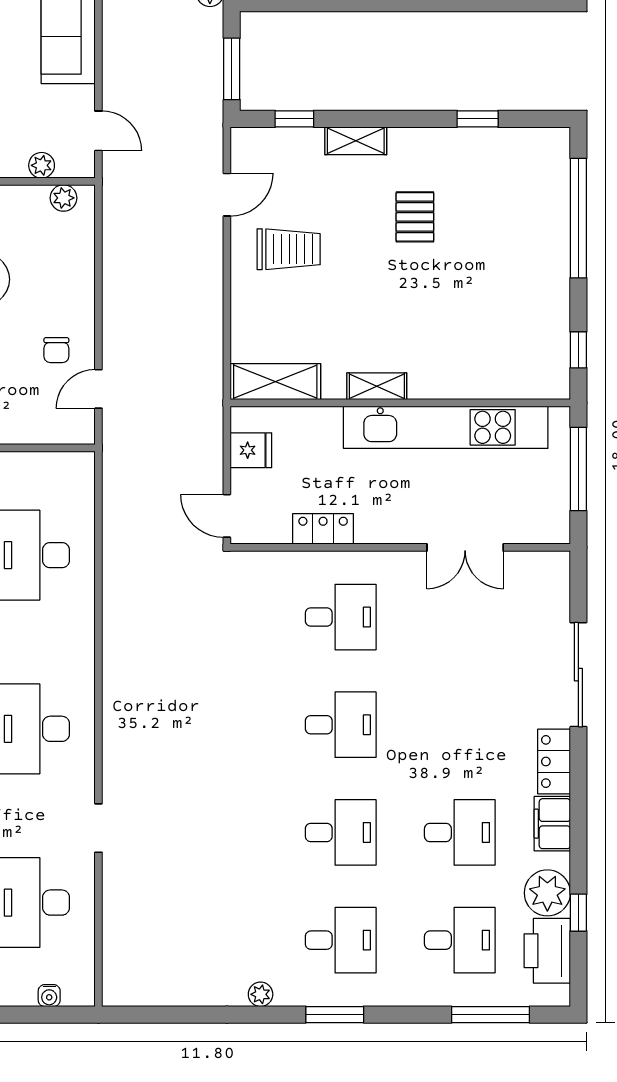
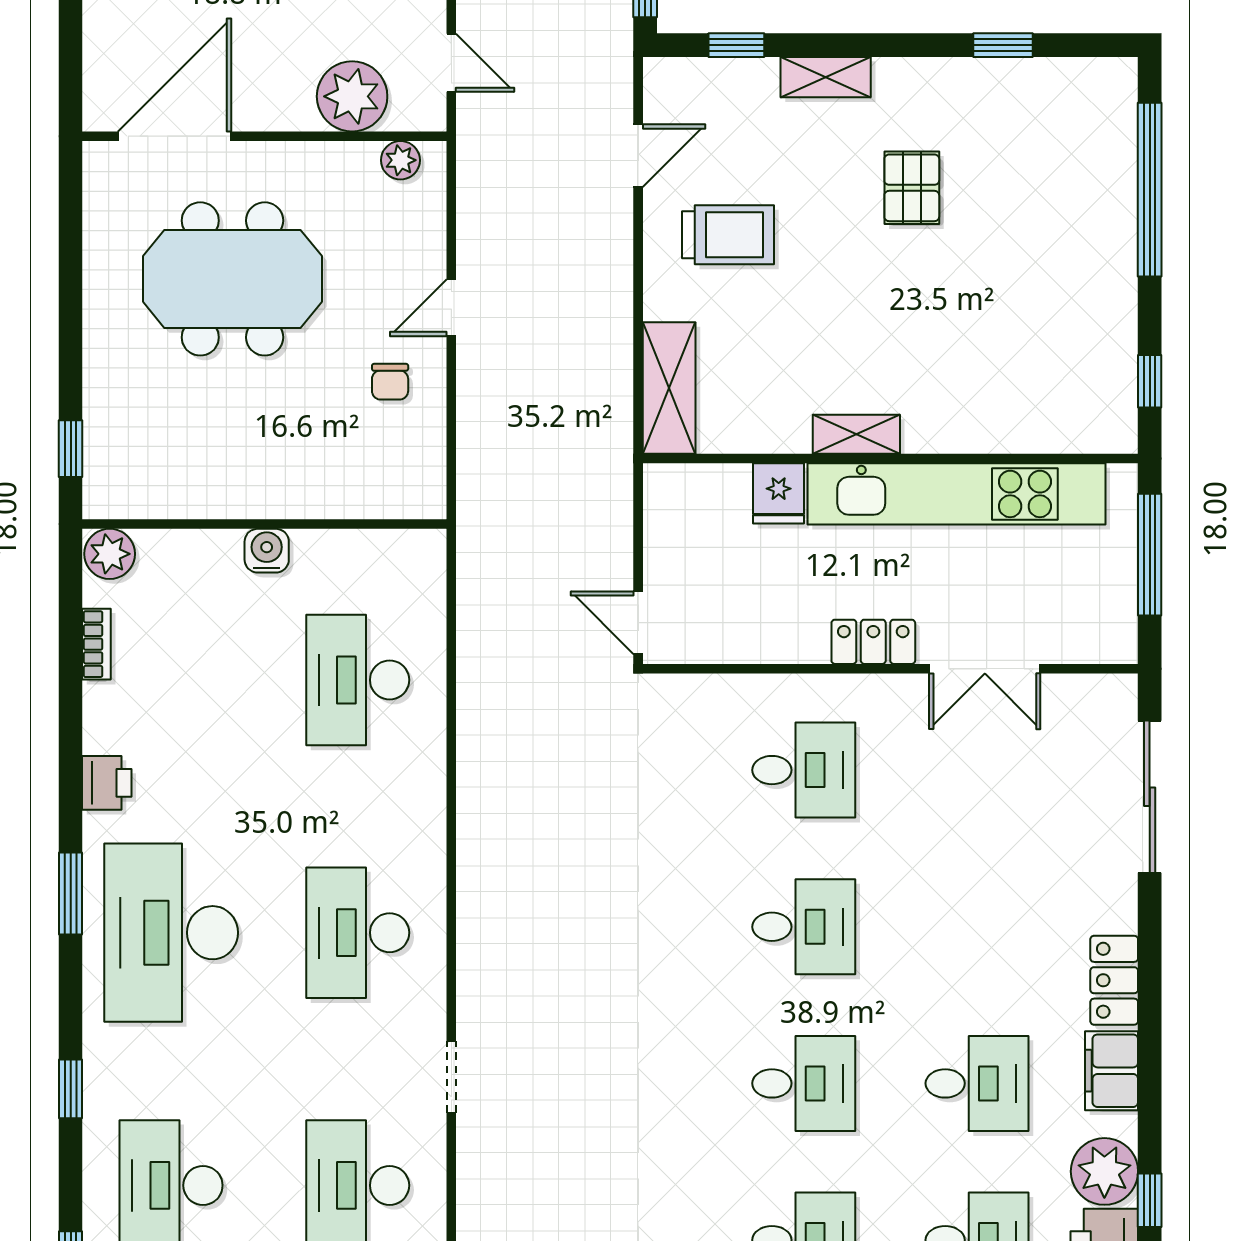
plant: (42, 165) -> (352, 96), width x1.88, depth x1.88
shelving: (275, 382) -> (669, 388), moved, turned 90
door: (98, 389) -> (451, 308), moved
fridge: (251, 450) -> (779, 493), moved, turned 90
locker: (323, 529) -> (873, 642), moved
sliding door: (578, 675) -> (1150, 797), moved

